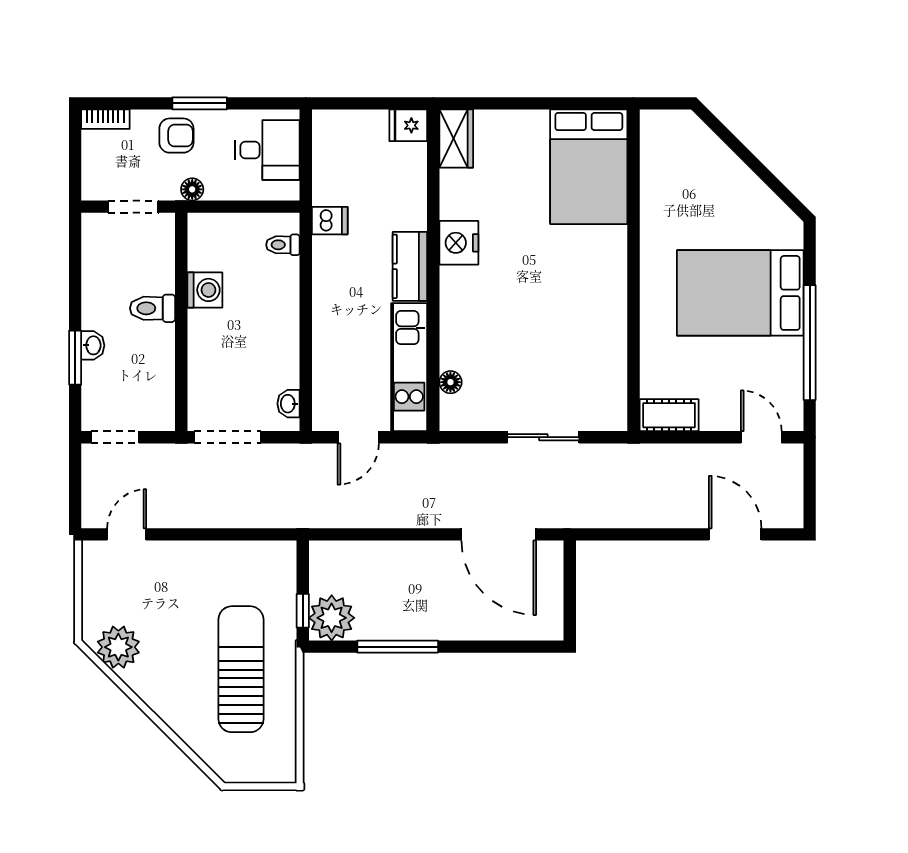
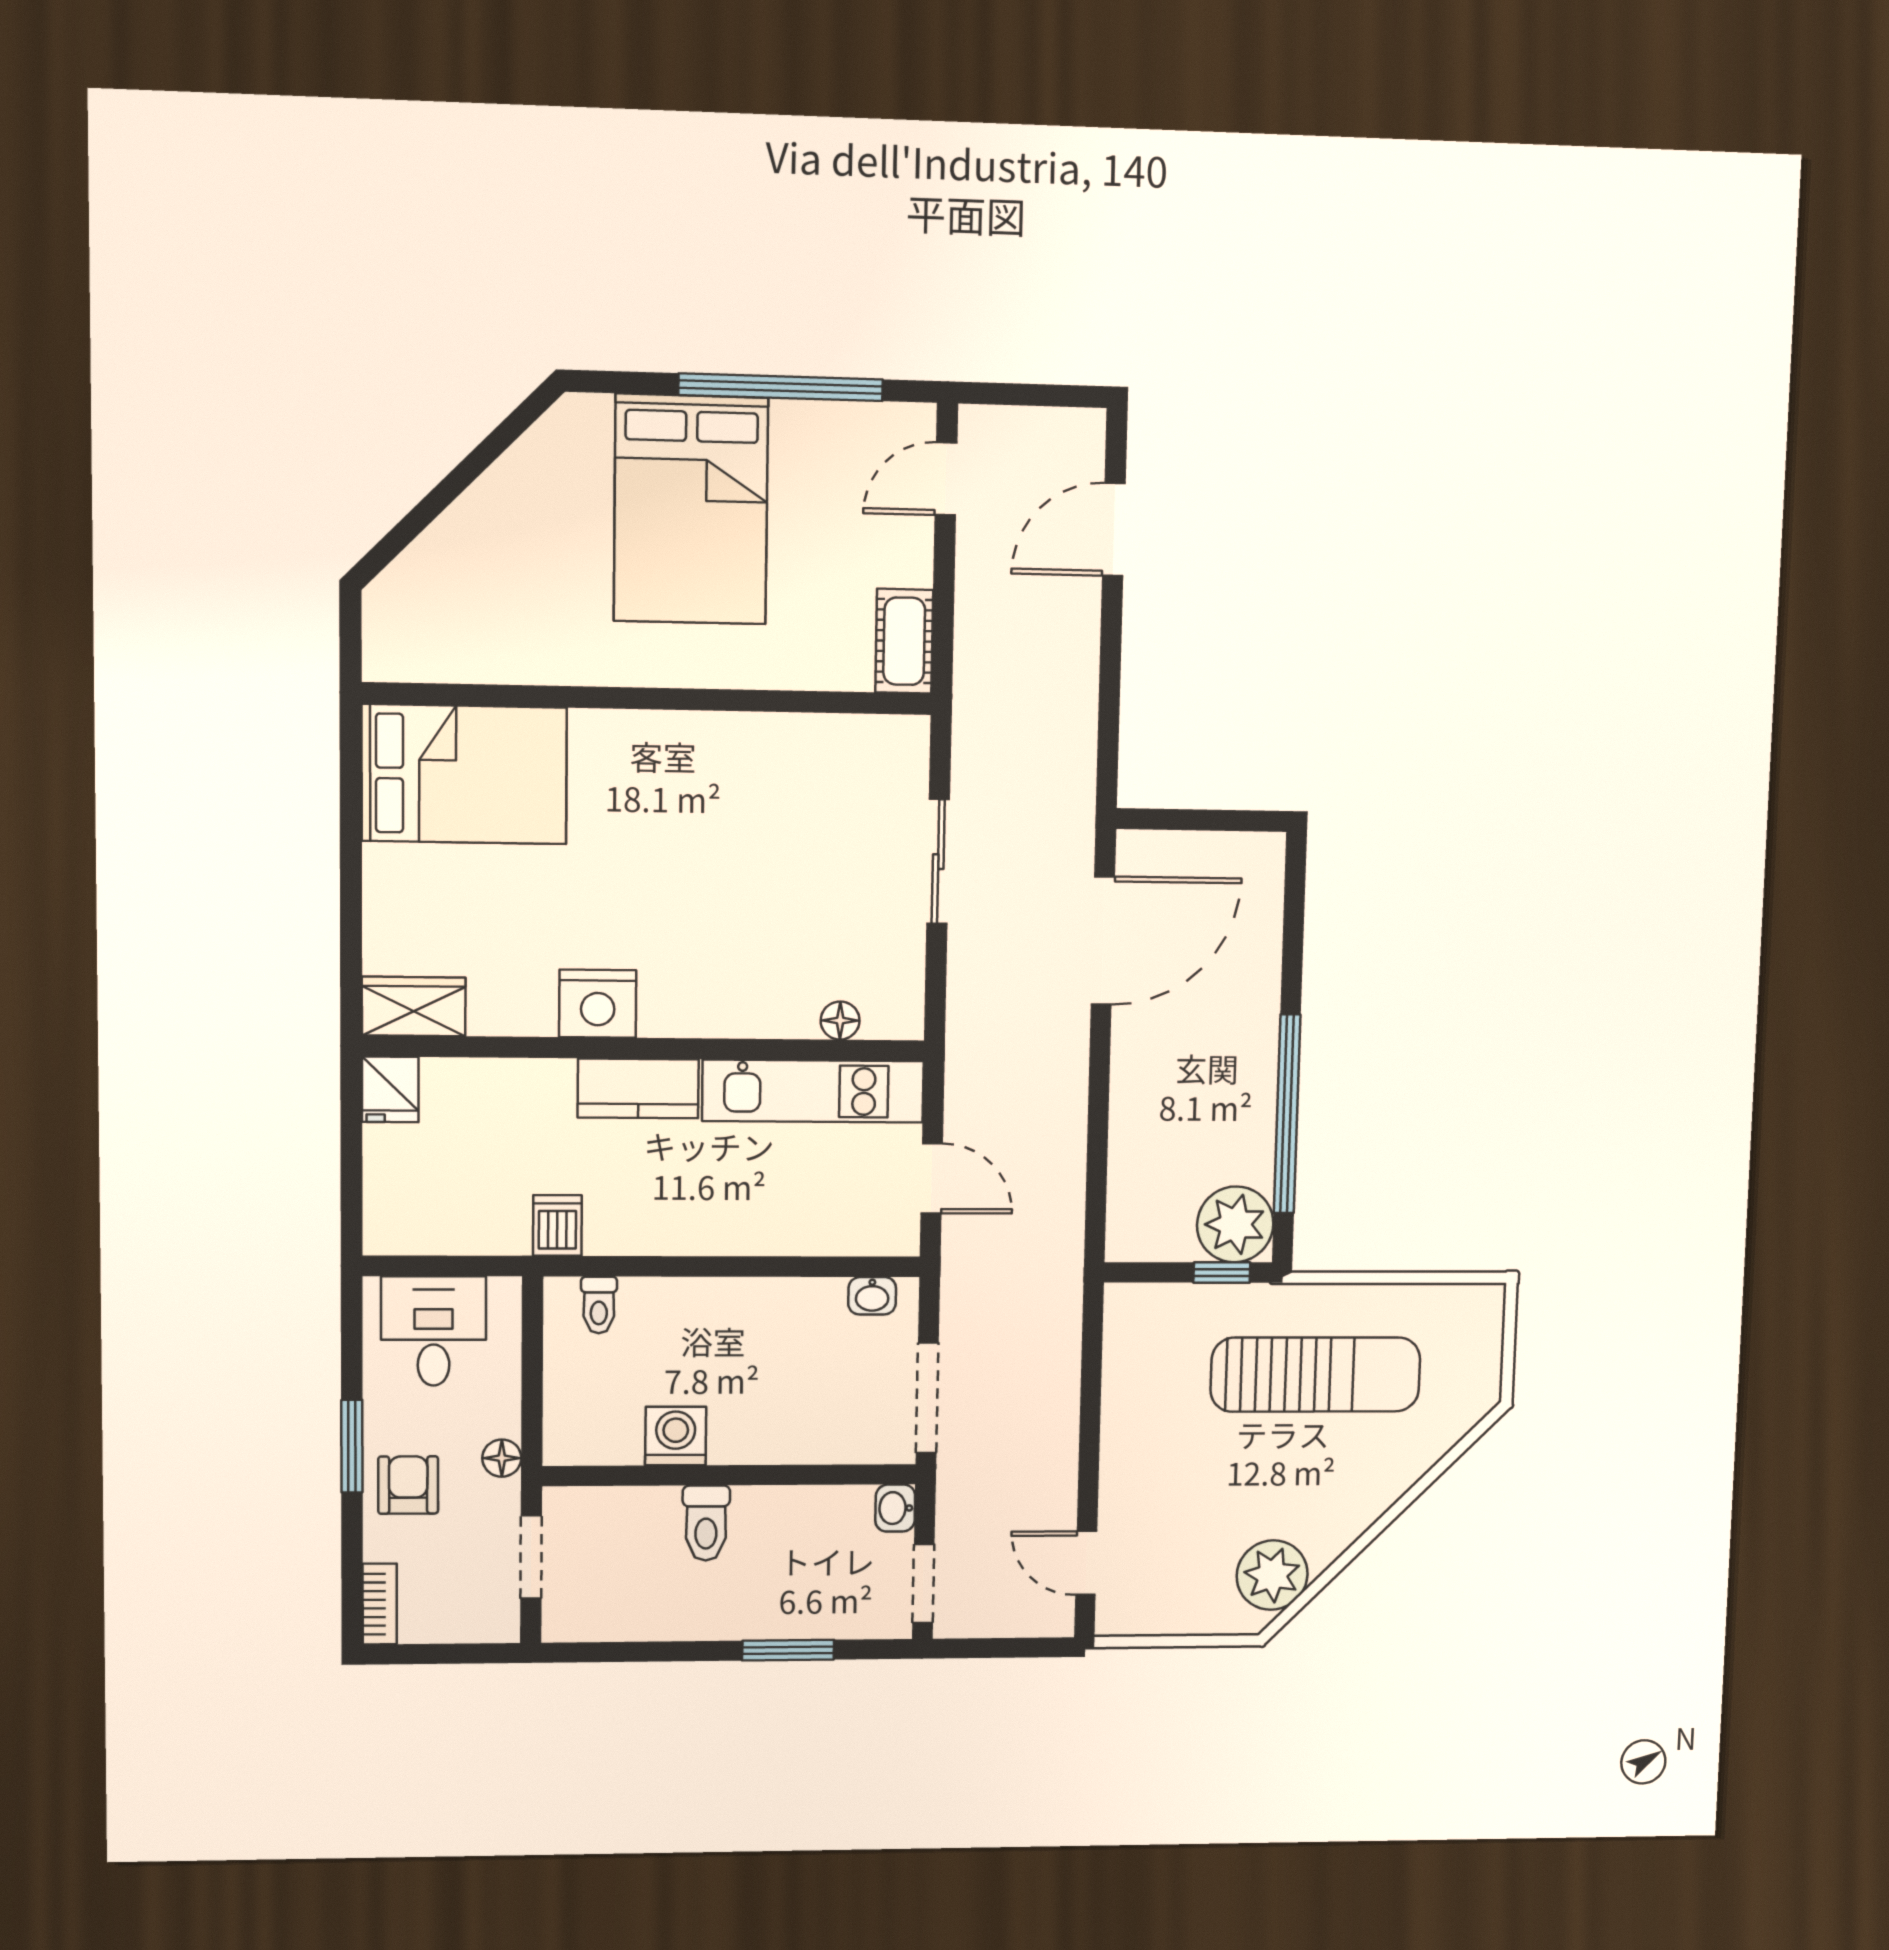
washbasin: (93, 345) -> (895, 1508), moved, turned -90
window: (398, 647) -> (1287, 1114), width x1.46
sun lounger: (241, 669) -> (1316, 1375), turned 180

